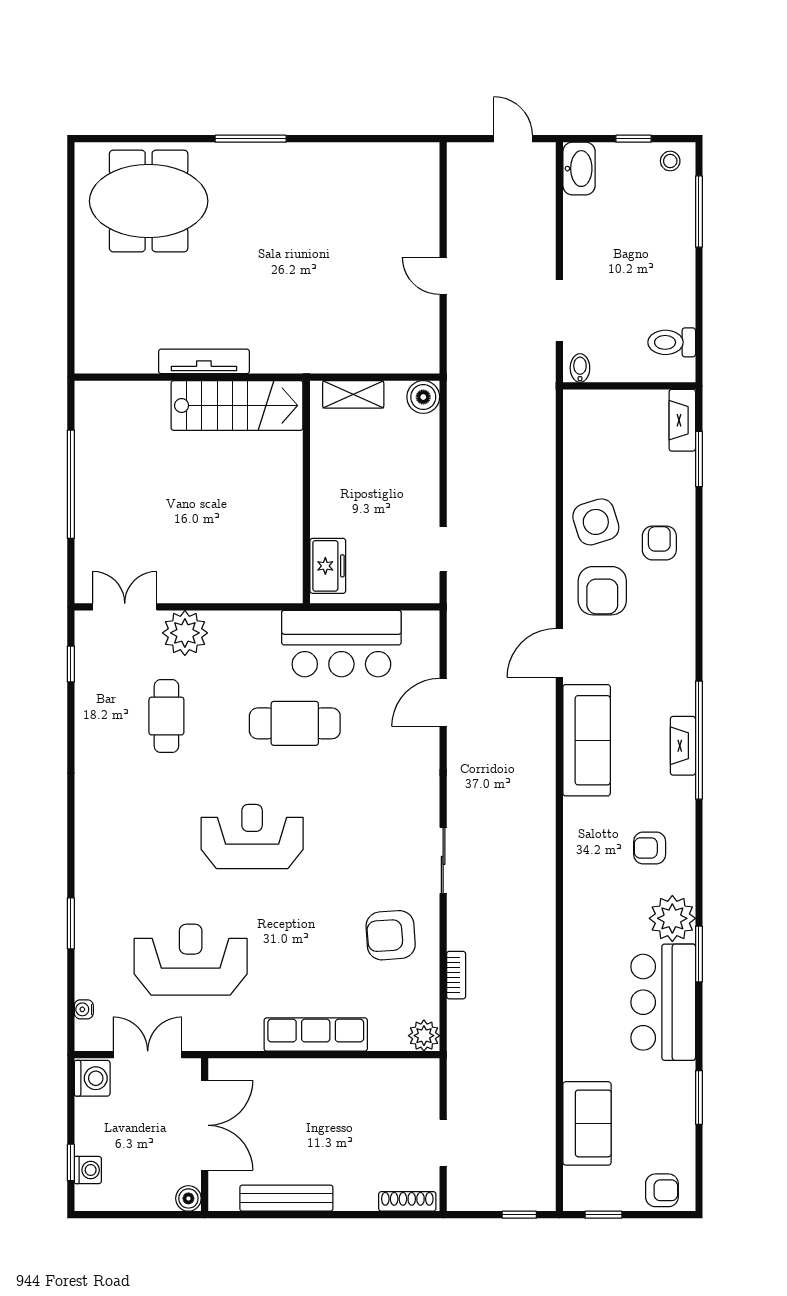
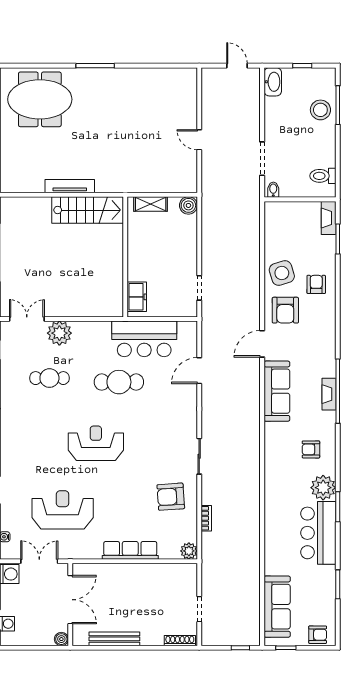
stool: (670, 161) -> (320, 110), moved, width x1.89, depth x1.89
cafe table: (166, 716) -> (49, 378), turned 90
sofa: (587, 1123) -> (277, 607), width x1.36

